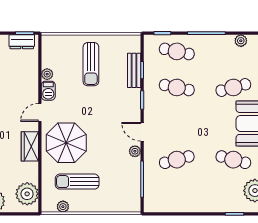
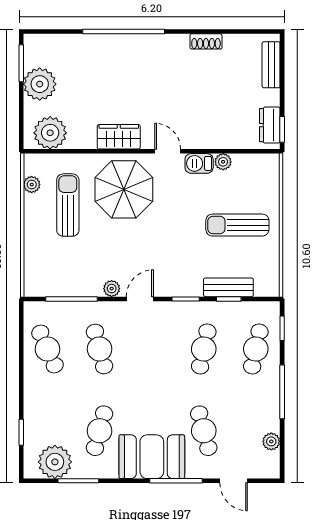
cafe table: (177, 196) -> (47, 349), added

